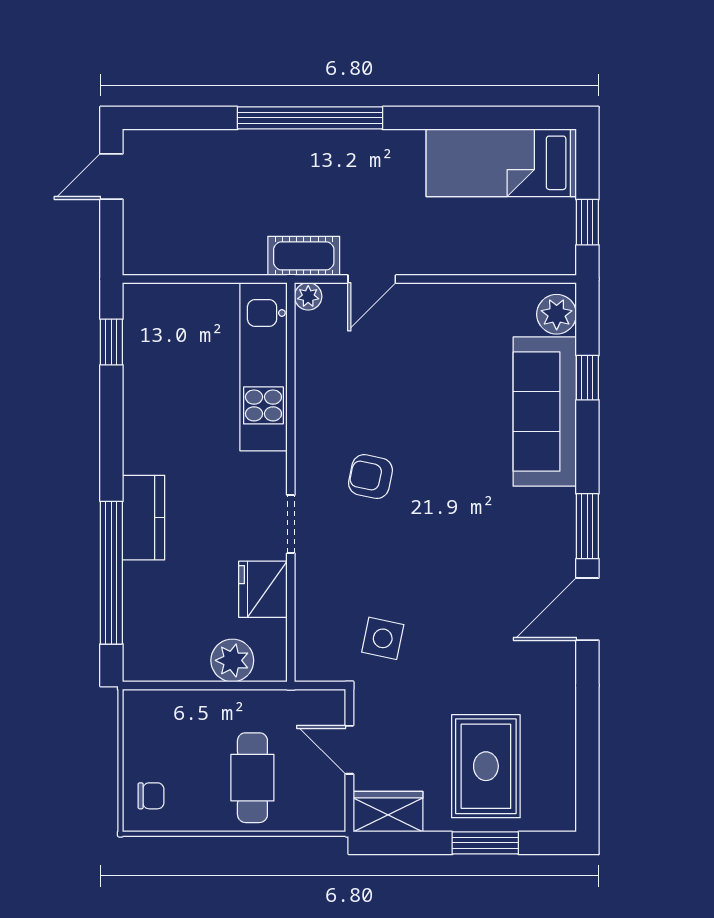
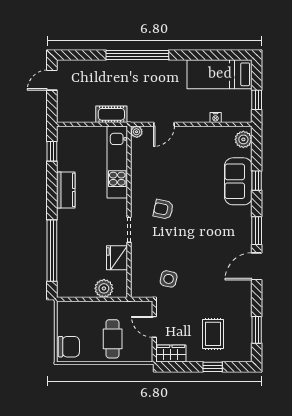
cot: (304, 256) -> (111, 114), moved
nightstand: (492, 263) -> (216, 118), added
window: (587, 378) -> (257, 181), moved
sofa: (545, 412) -> (238, 181), width x0.73
kitchen counter: (144, 518) -> (66, 190), moved
window: (587, 757) -> (257, 330), added
rug: (486, 766) -> (213, 334), width x0.73, depth x0.70
chair: (151, 796) -> (69, 347), width x1.87, depth x1.87
window: (485, 843) -> (213, 367), width x0.67

